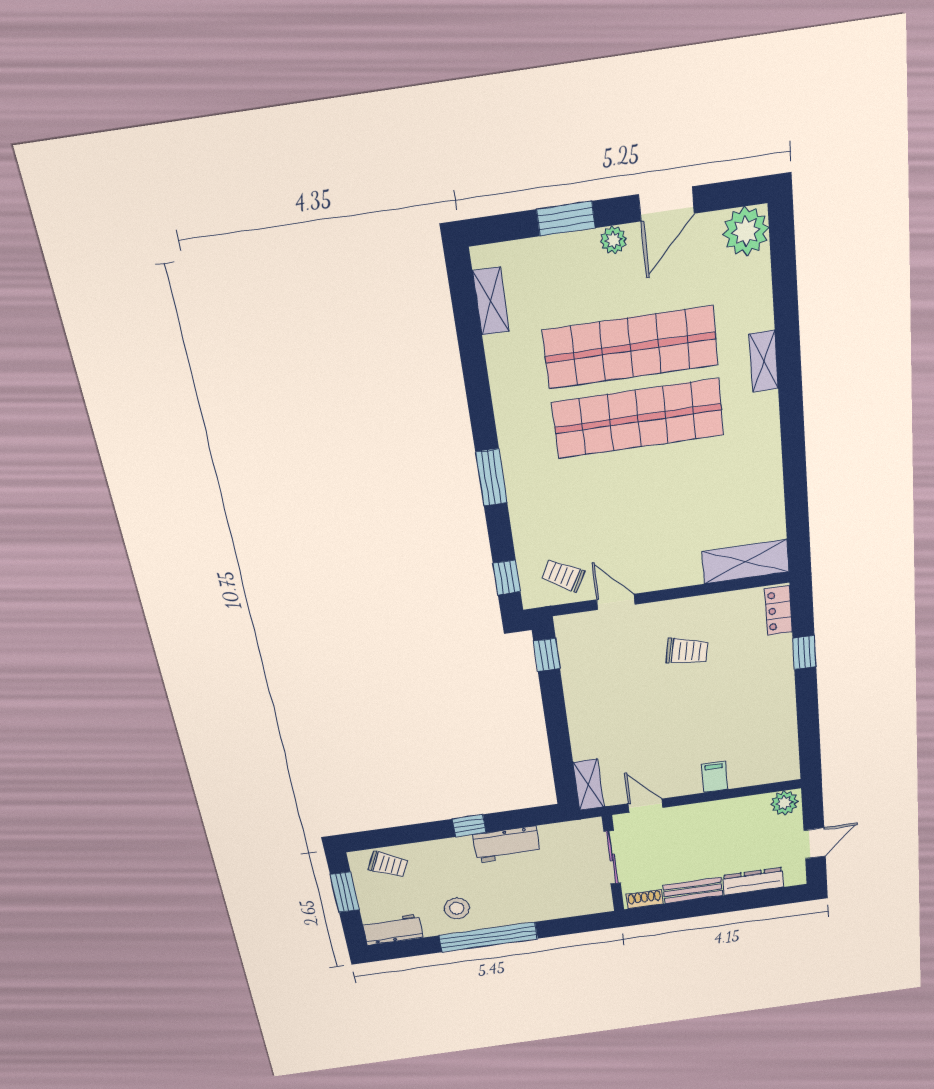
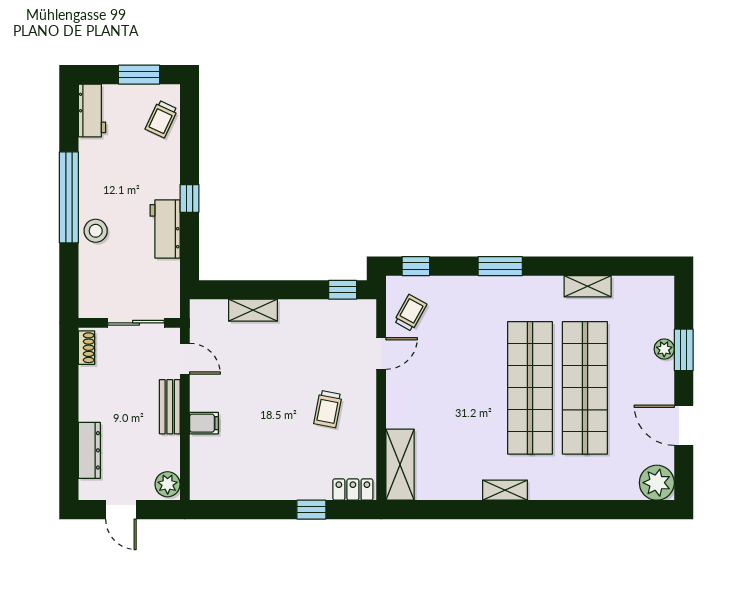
plant: (613, 240) -> (664, 349), moved
shelving: (491, 301) -> (588, 286), moved
shelving: (764, 361) -> (505, 490), moved
shelving: (588, 785) -> (253, 310), moved
door: (646, 806) -> (185, 359), hinge flipped
bench: (693, 890) -> (170, 407), moved
stool: (457, 908) -> (96, 231), moved

